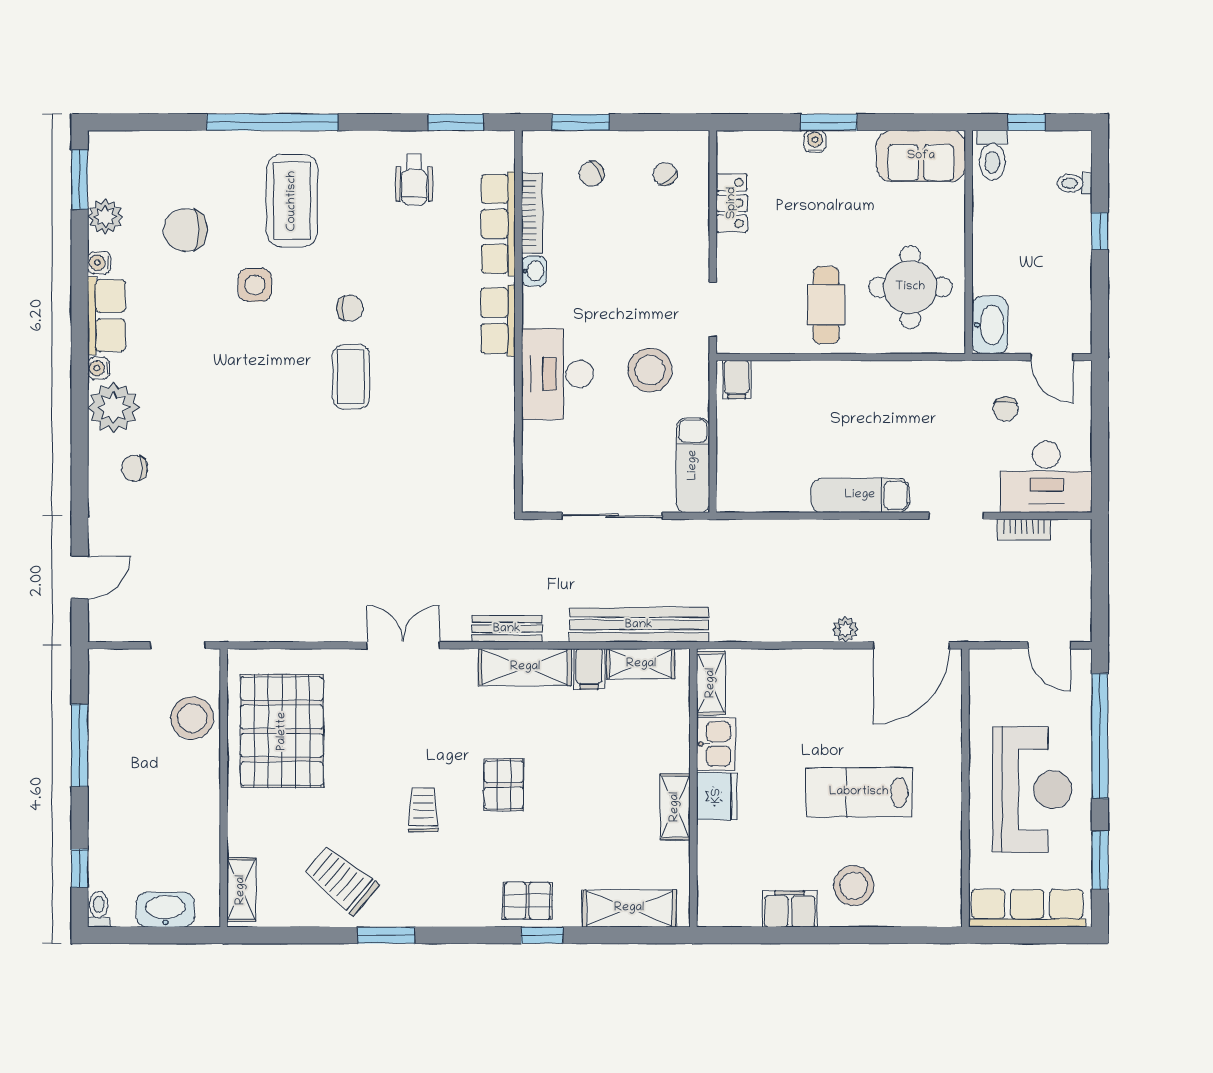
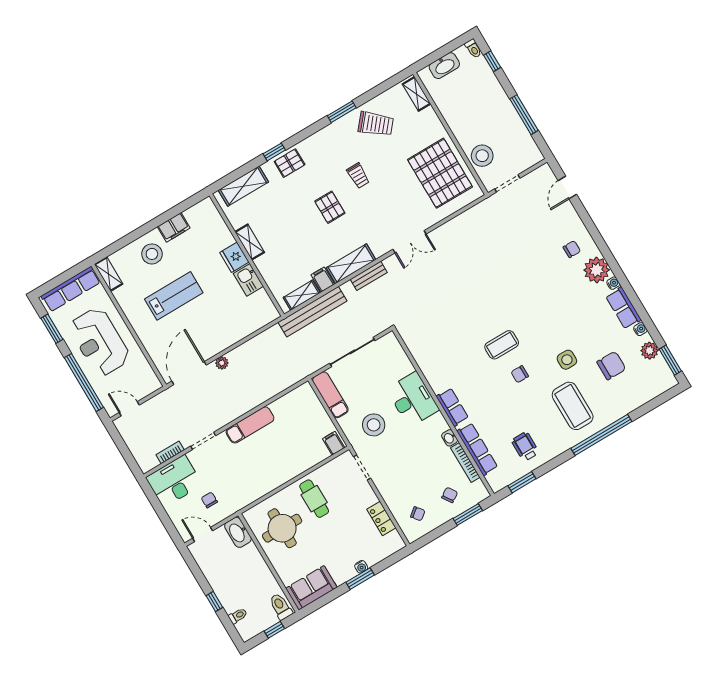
coffee table: (351, 377) -> (502, 345), turned 90
shelving: (711, 683) -> (109, 274), moved

